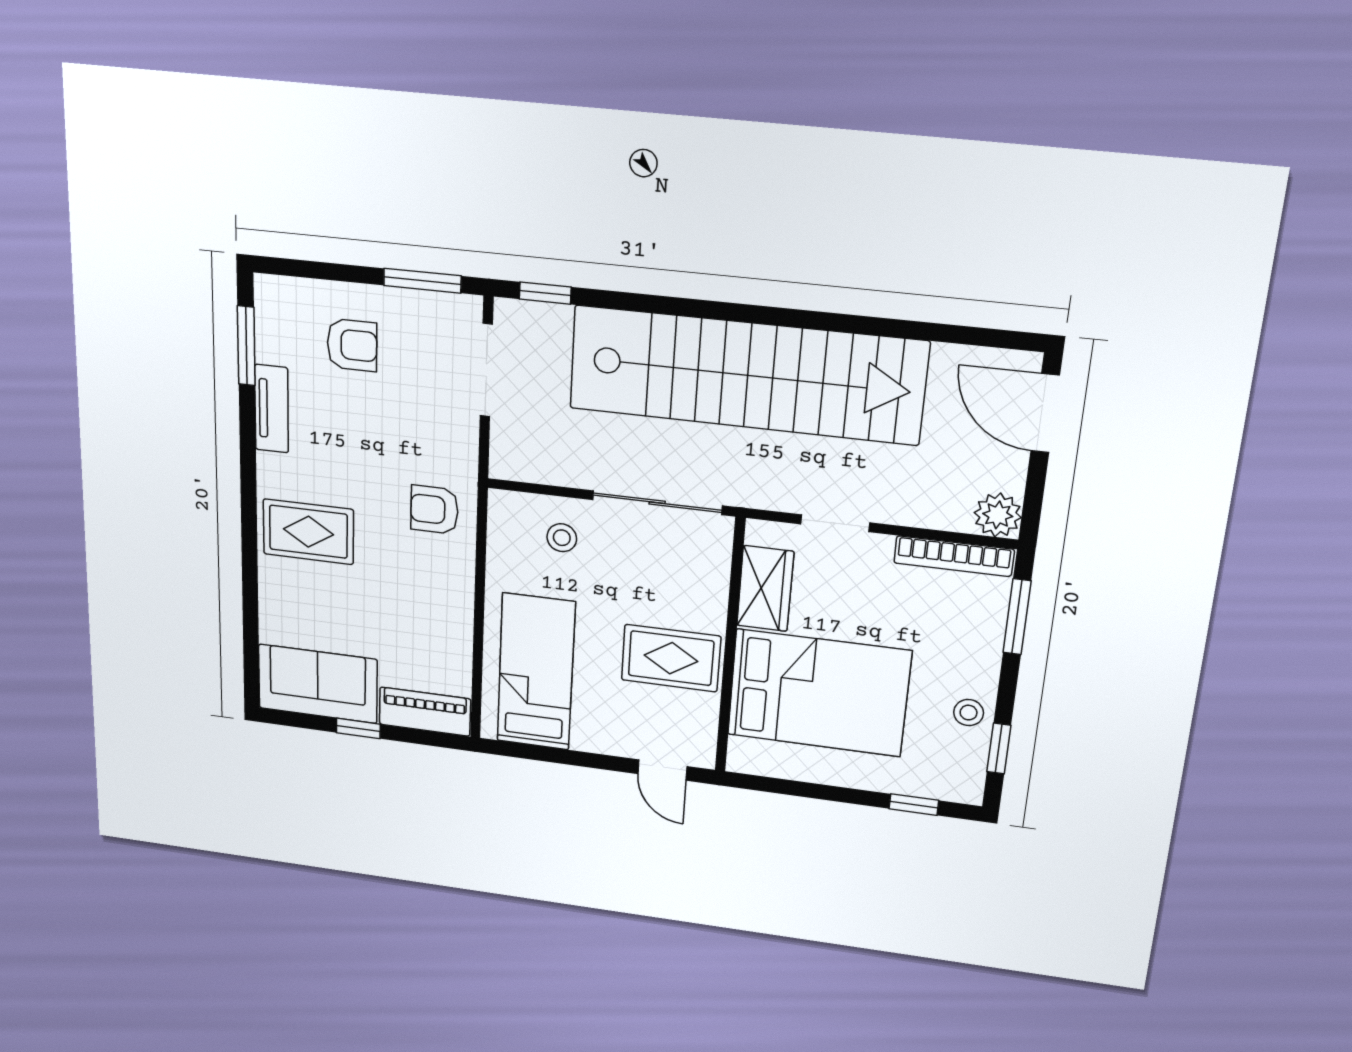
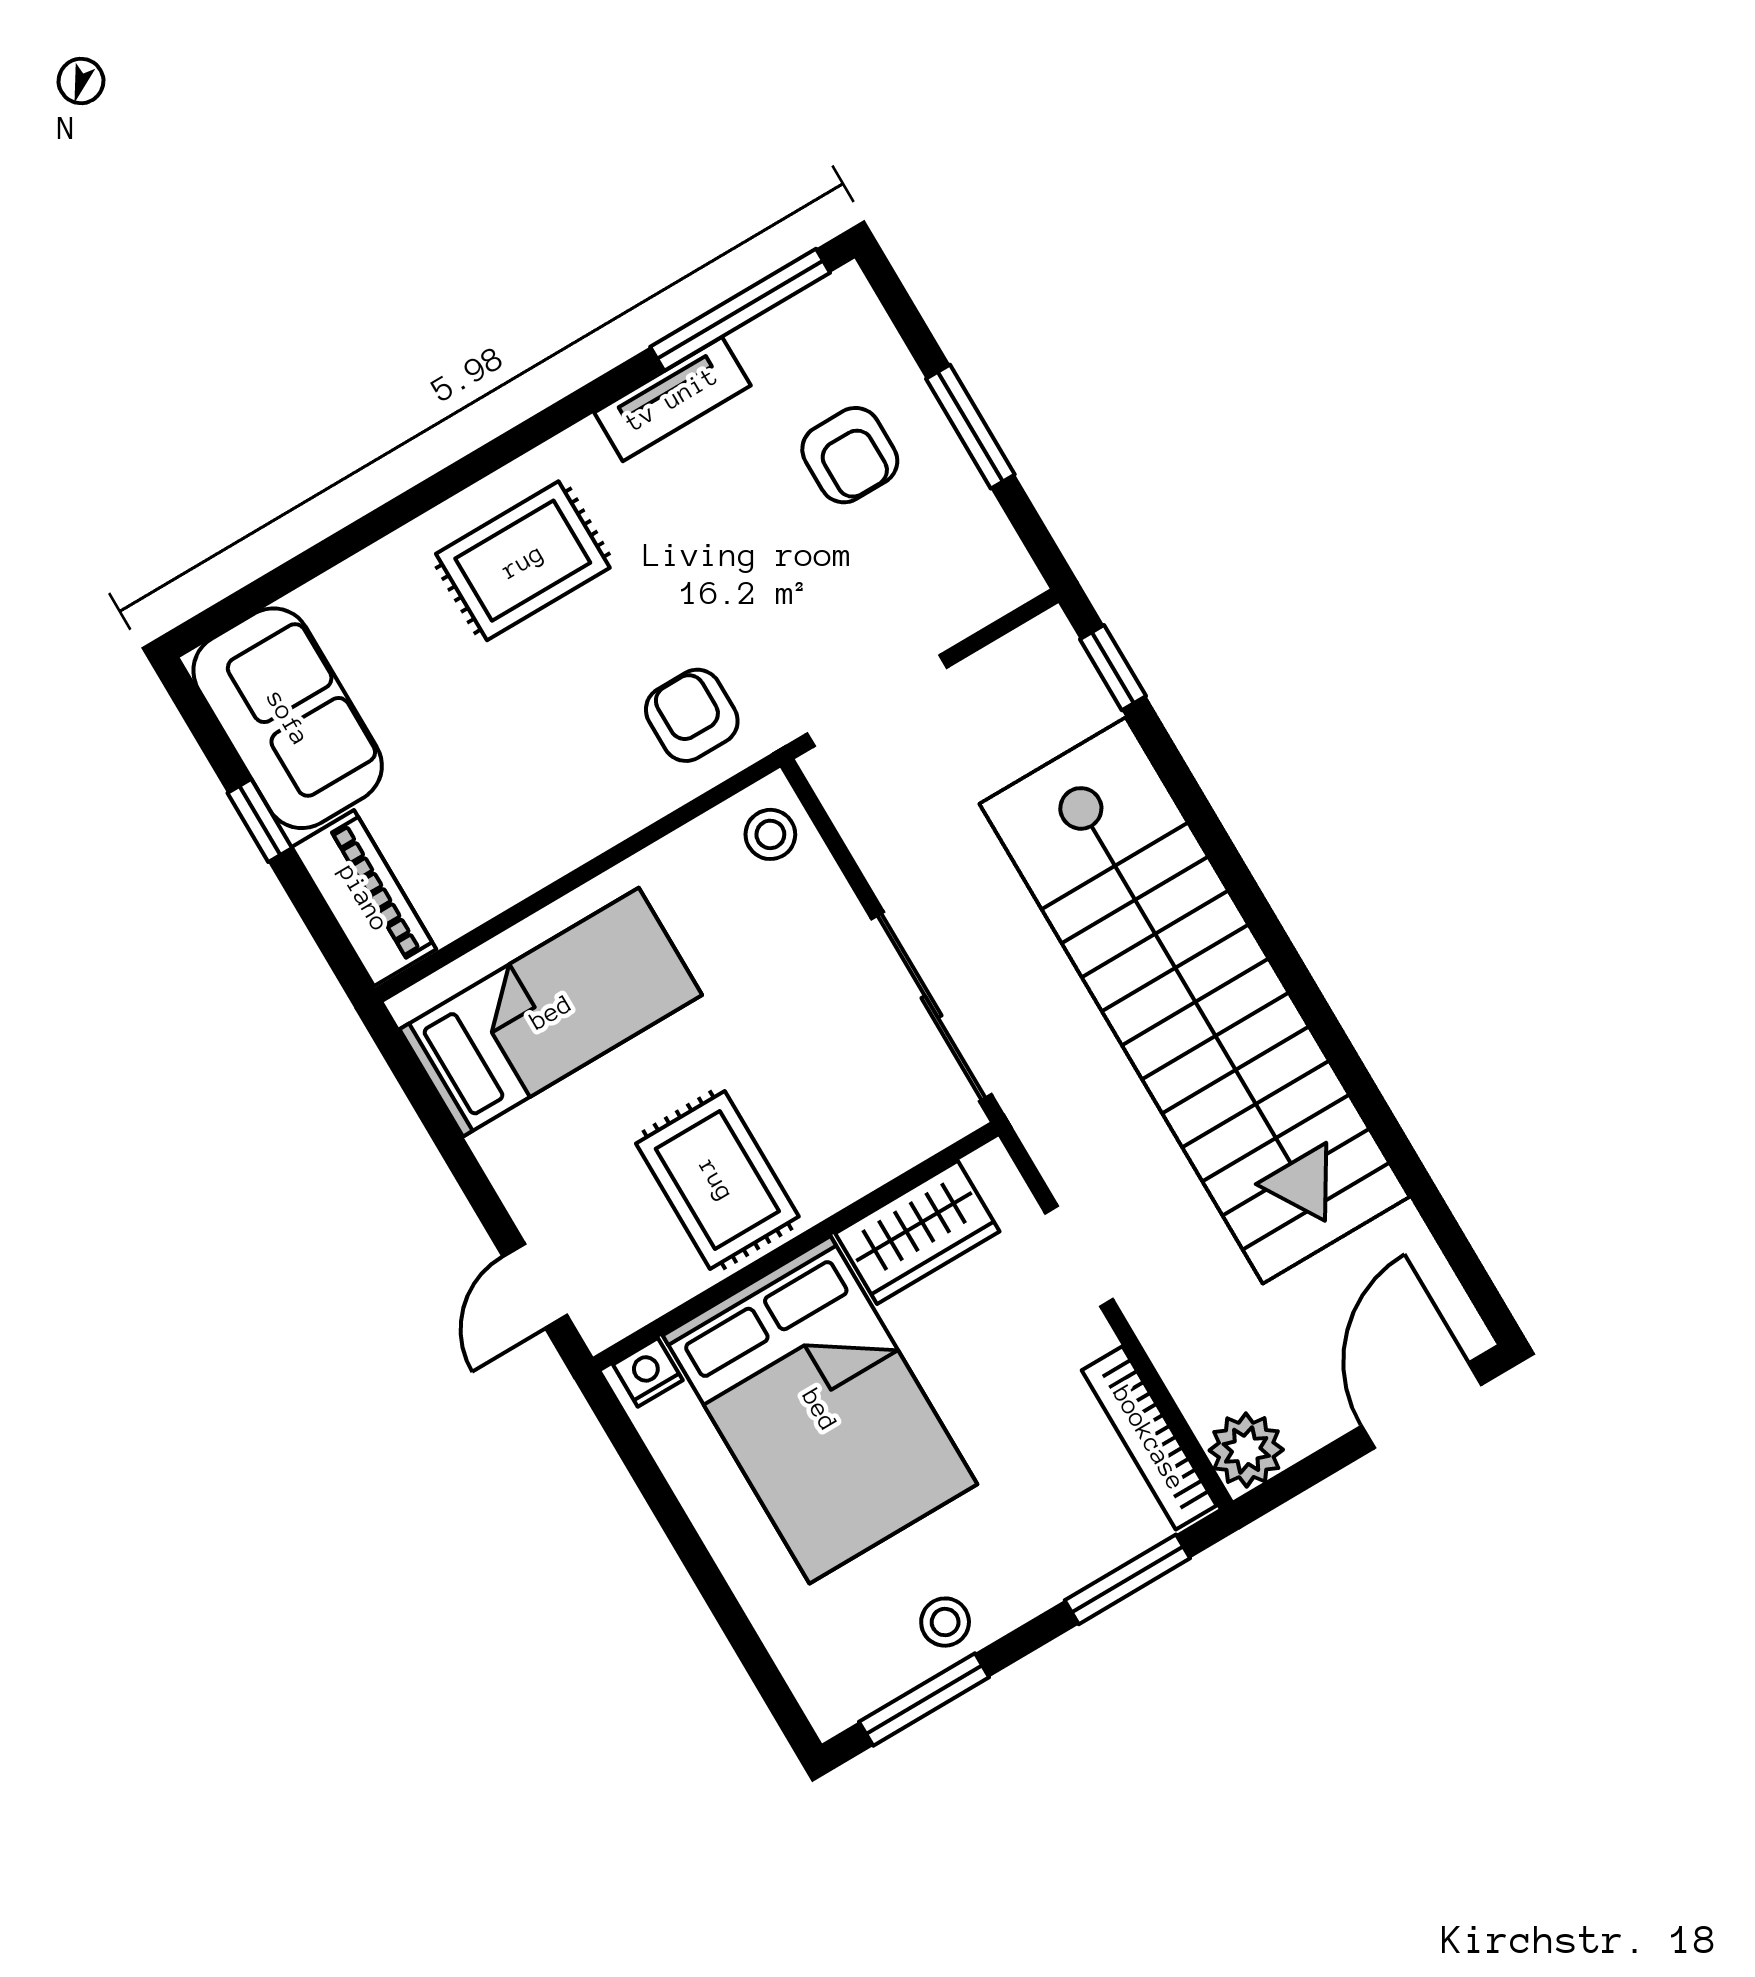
window: (422, 281) -> (970, 427), moved
window: (246, 346) -> (740, 310), width x1.44
doorway: (486, 370) -> (877, 701), moved
rug: (308, 532) -> (523, 561), turned 90
stool: (562, 538) -> (770, 834), moved
window: (999, 748) -> (924, 1700), width x1.50
nightstand: (741, 753) -> (648, 1372), added
window: (914, 805) -> (753, 1655), removed

